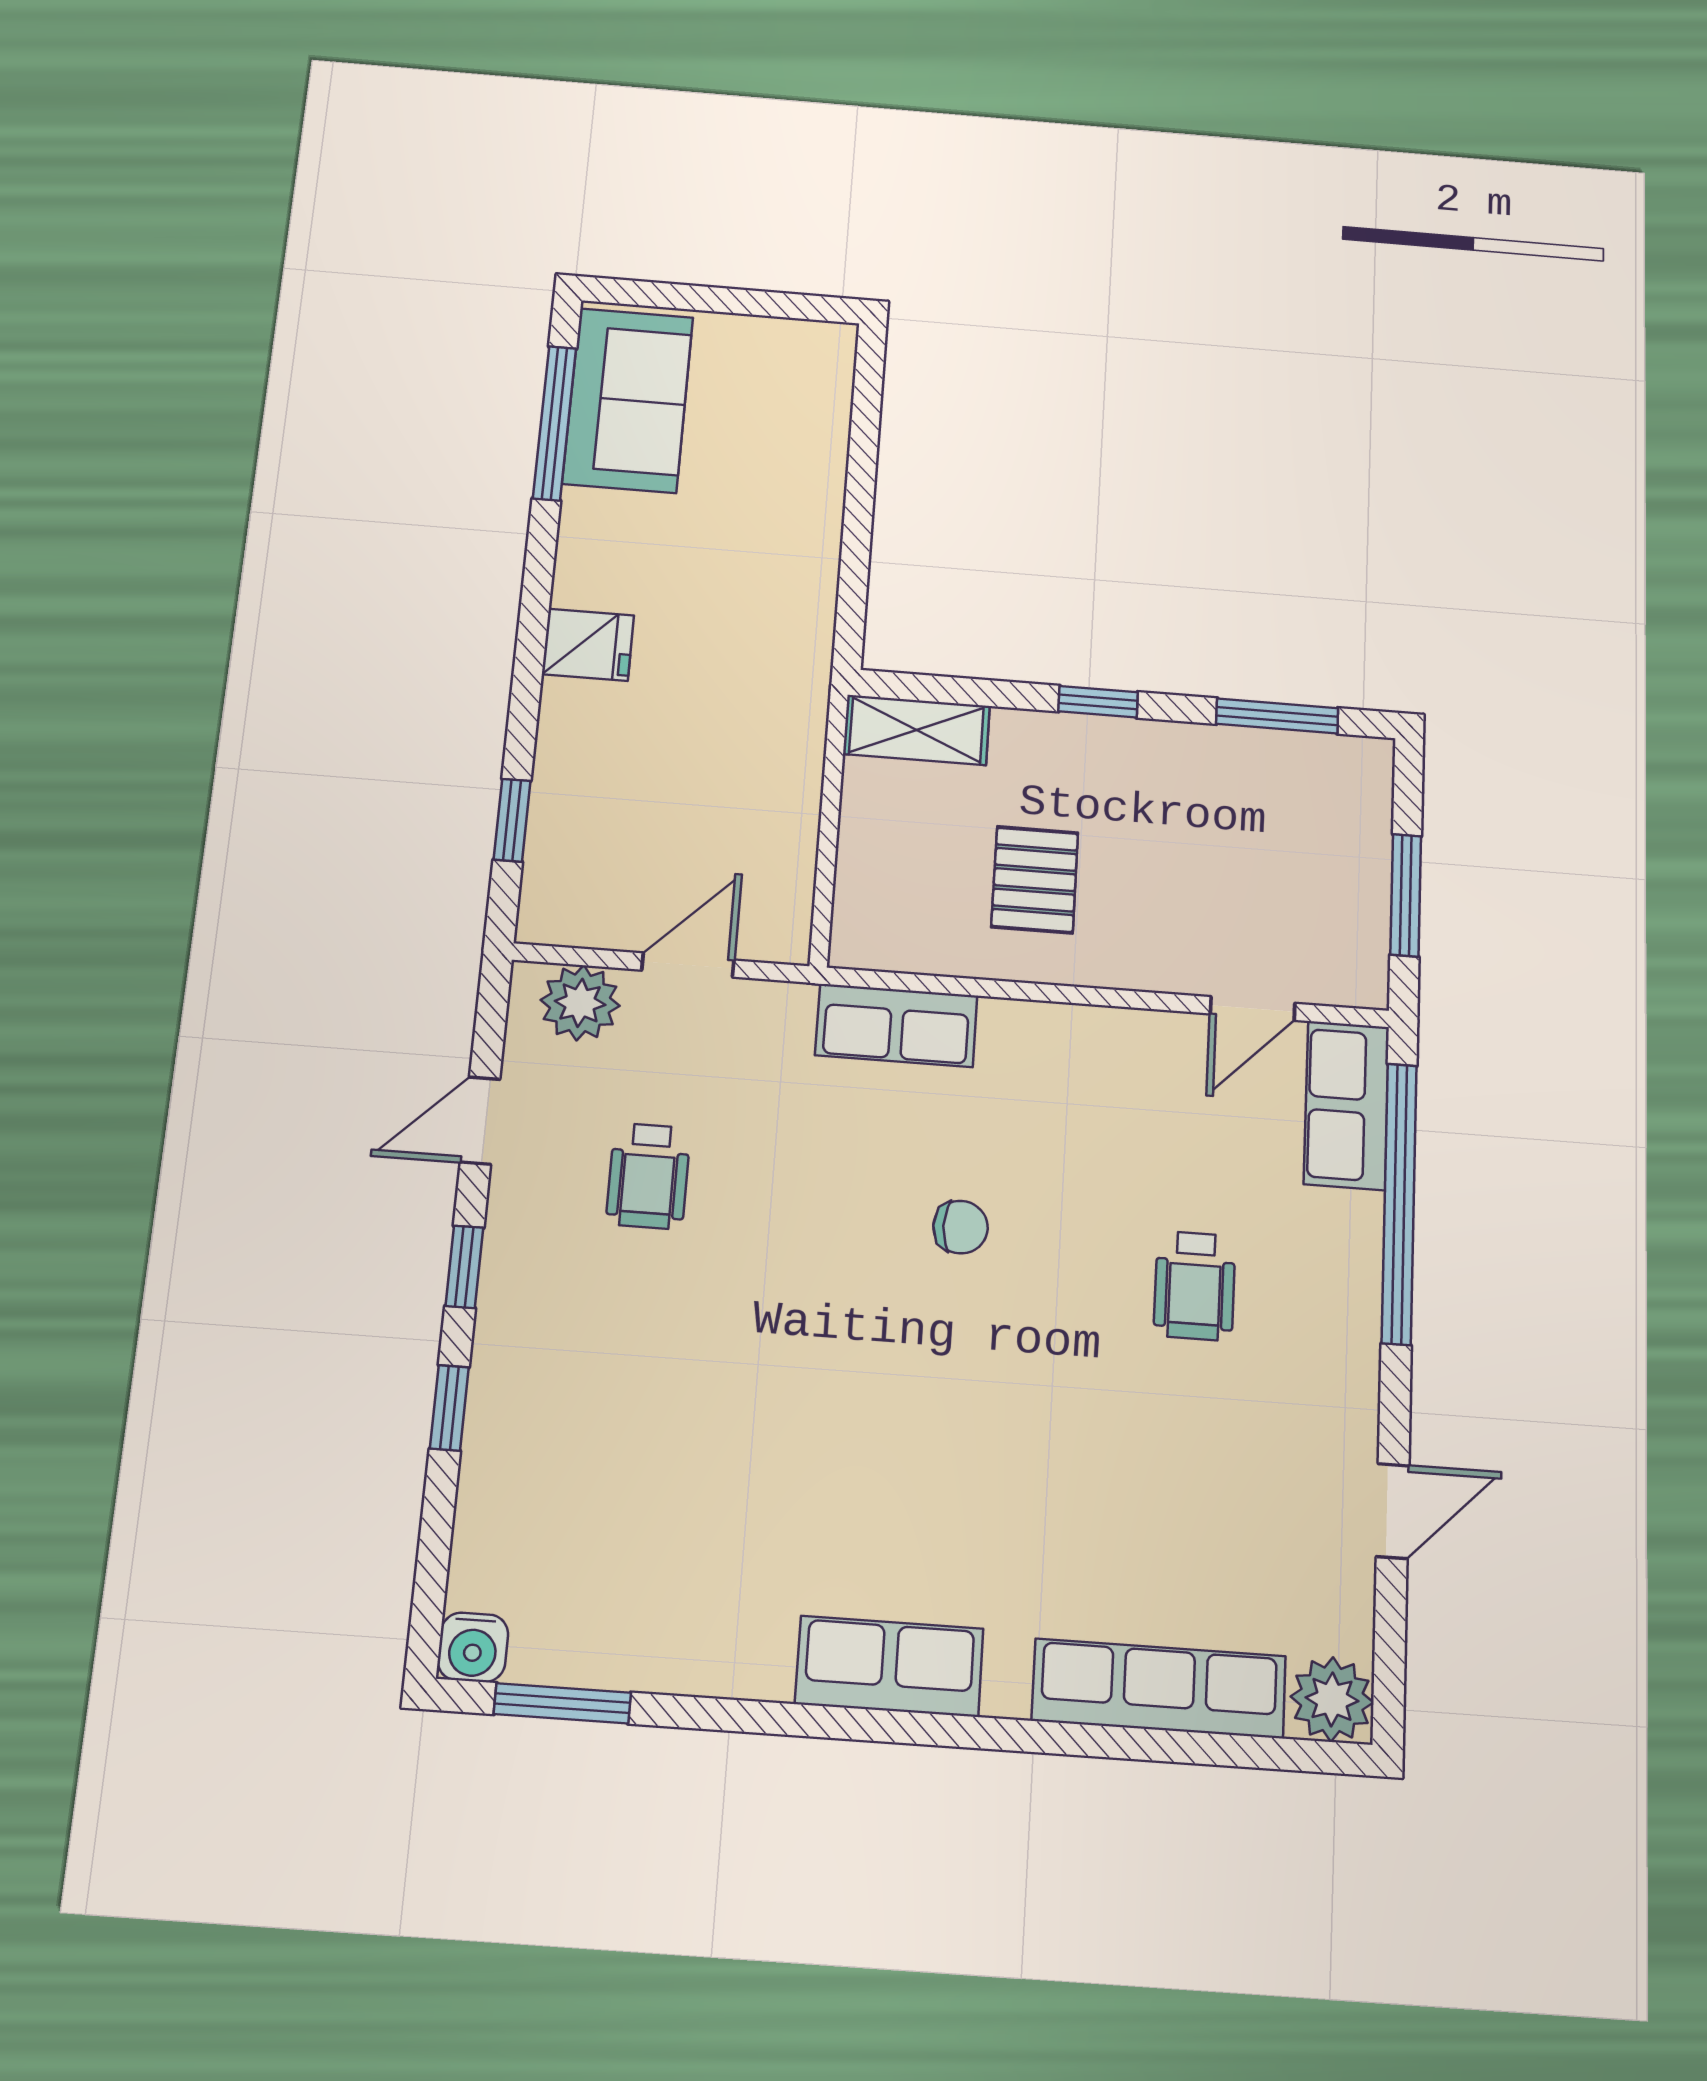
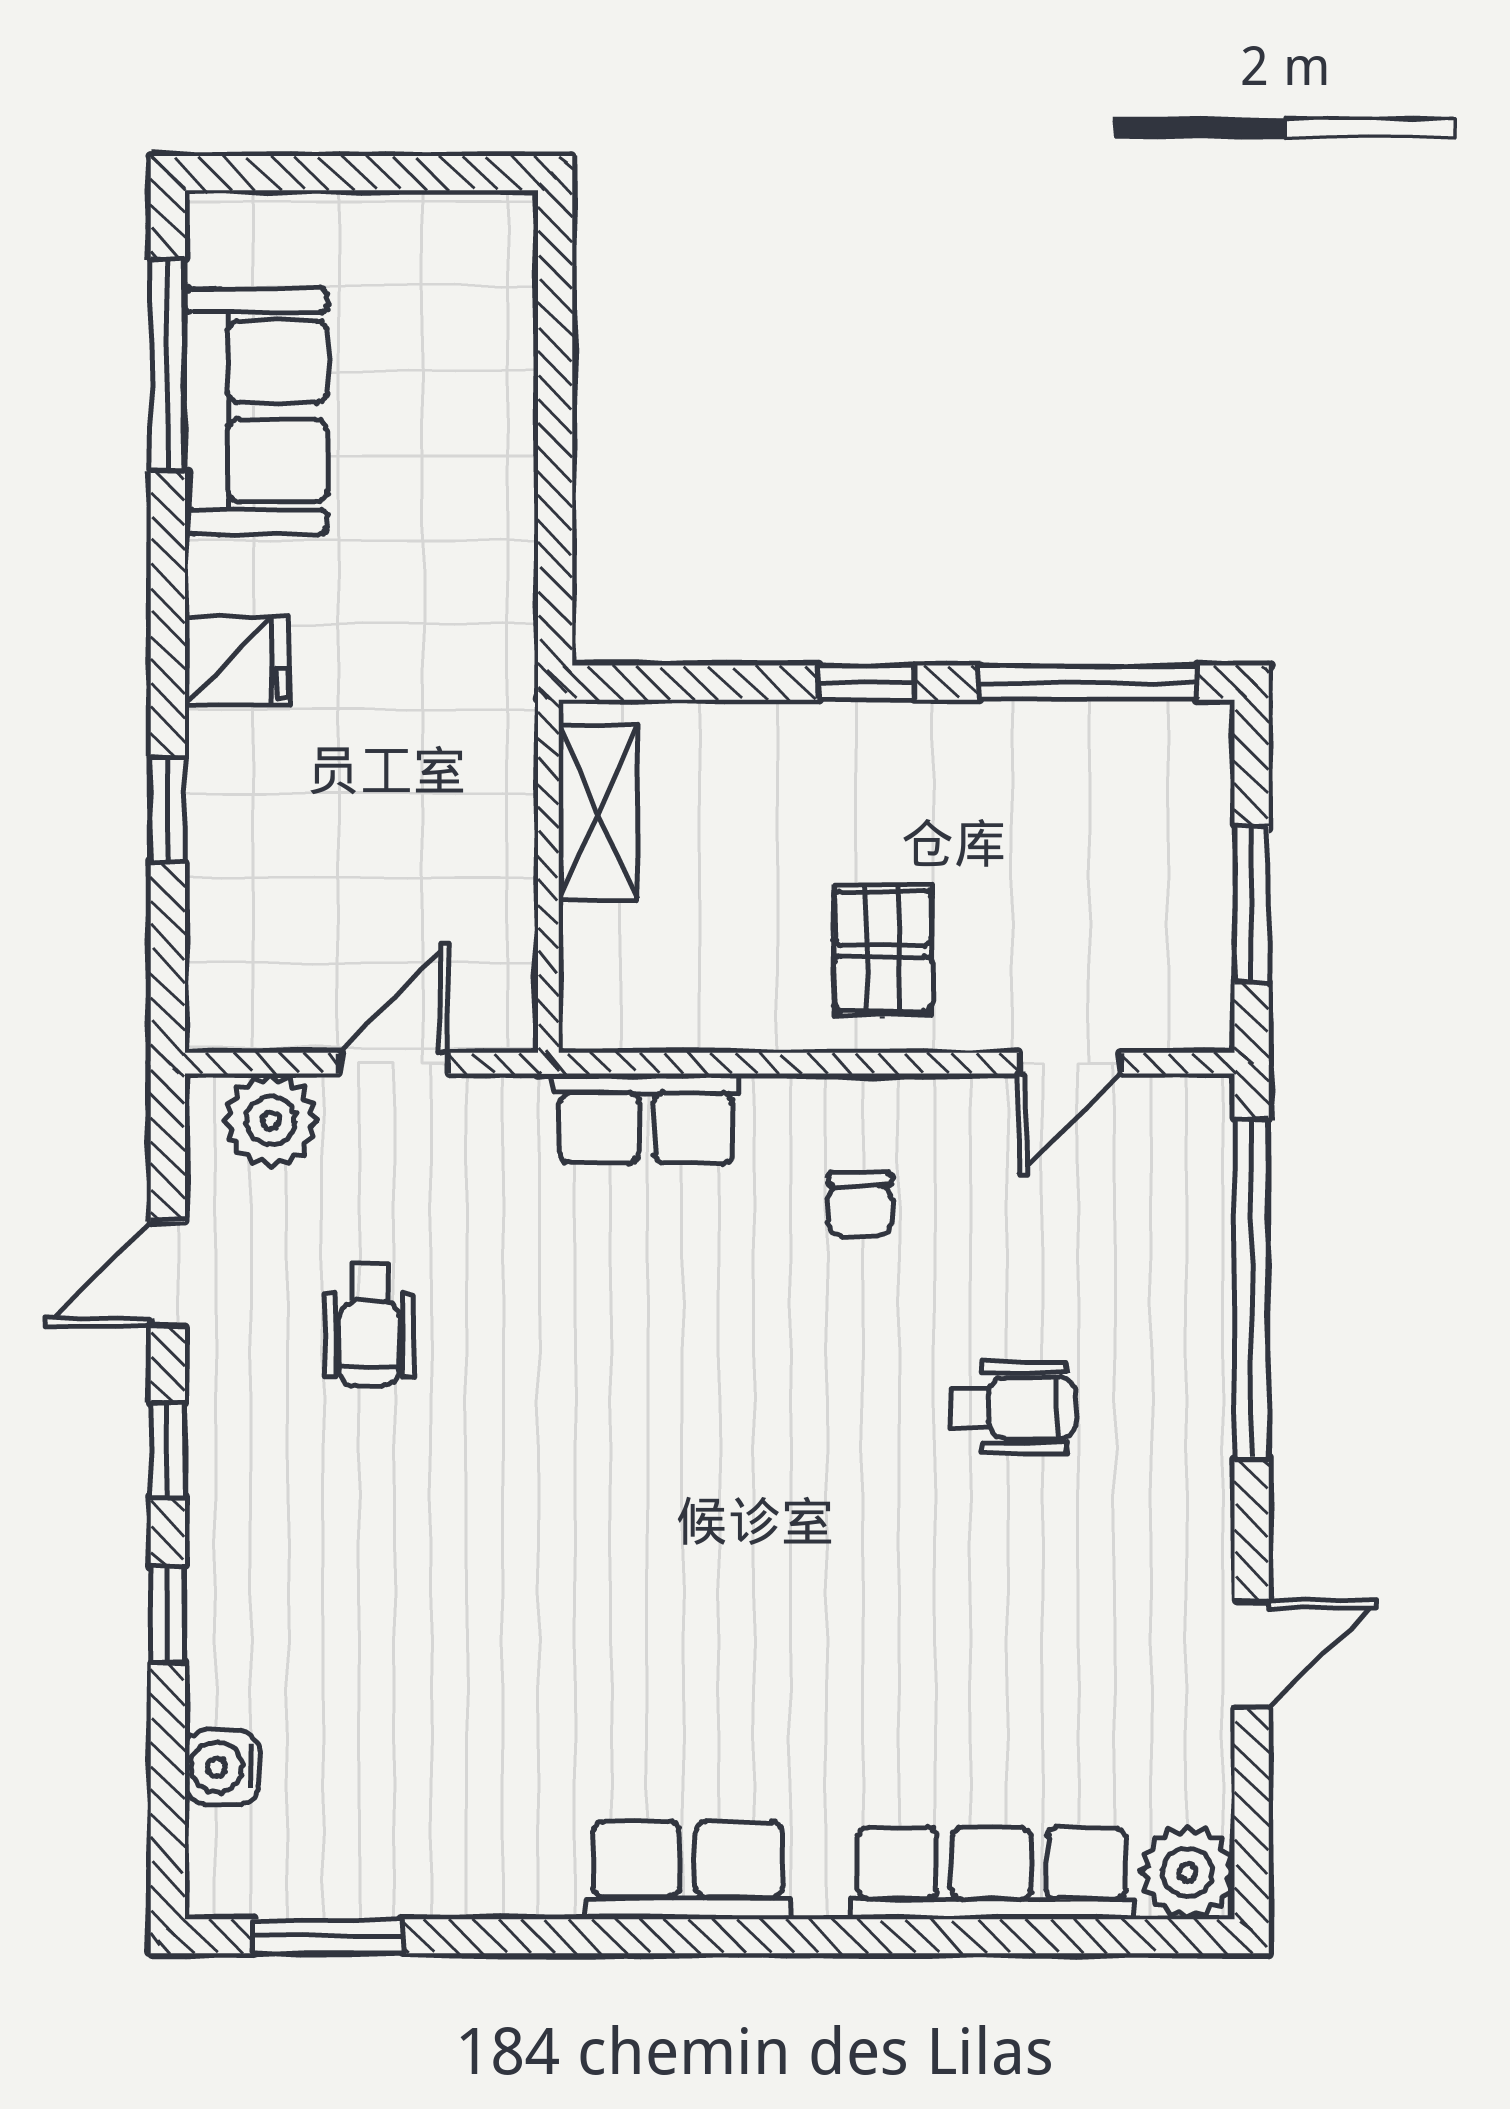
sofa: (628, 400) -> (256, 411), moved
window: (1277, 716) -> (1088, 683), width x1.44
shelving: (916, 730) -> (598, 813), moved, turned 90
window: (512, 820) -> (168, 809), moved
pallet: (1035, 880) -> (883, 951), moved
row of seats: (1347, 1105) -> (1186, 1175), removed
chair: (961, 1227) -> (860, 1205), moved, turned 90
wheelchair: (1195, 1286) -> (1014, 1408), turned -90
water cooler: (473, 1647) -> (222, 1767), moved, turned 90

